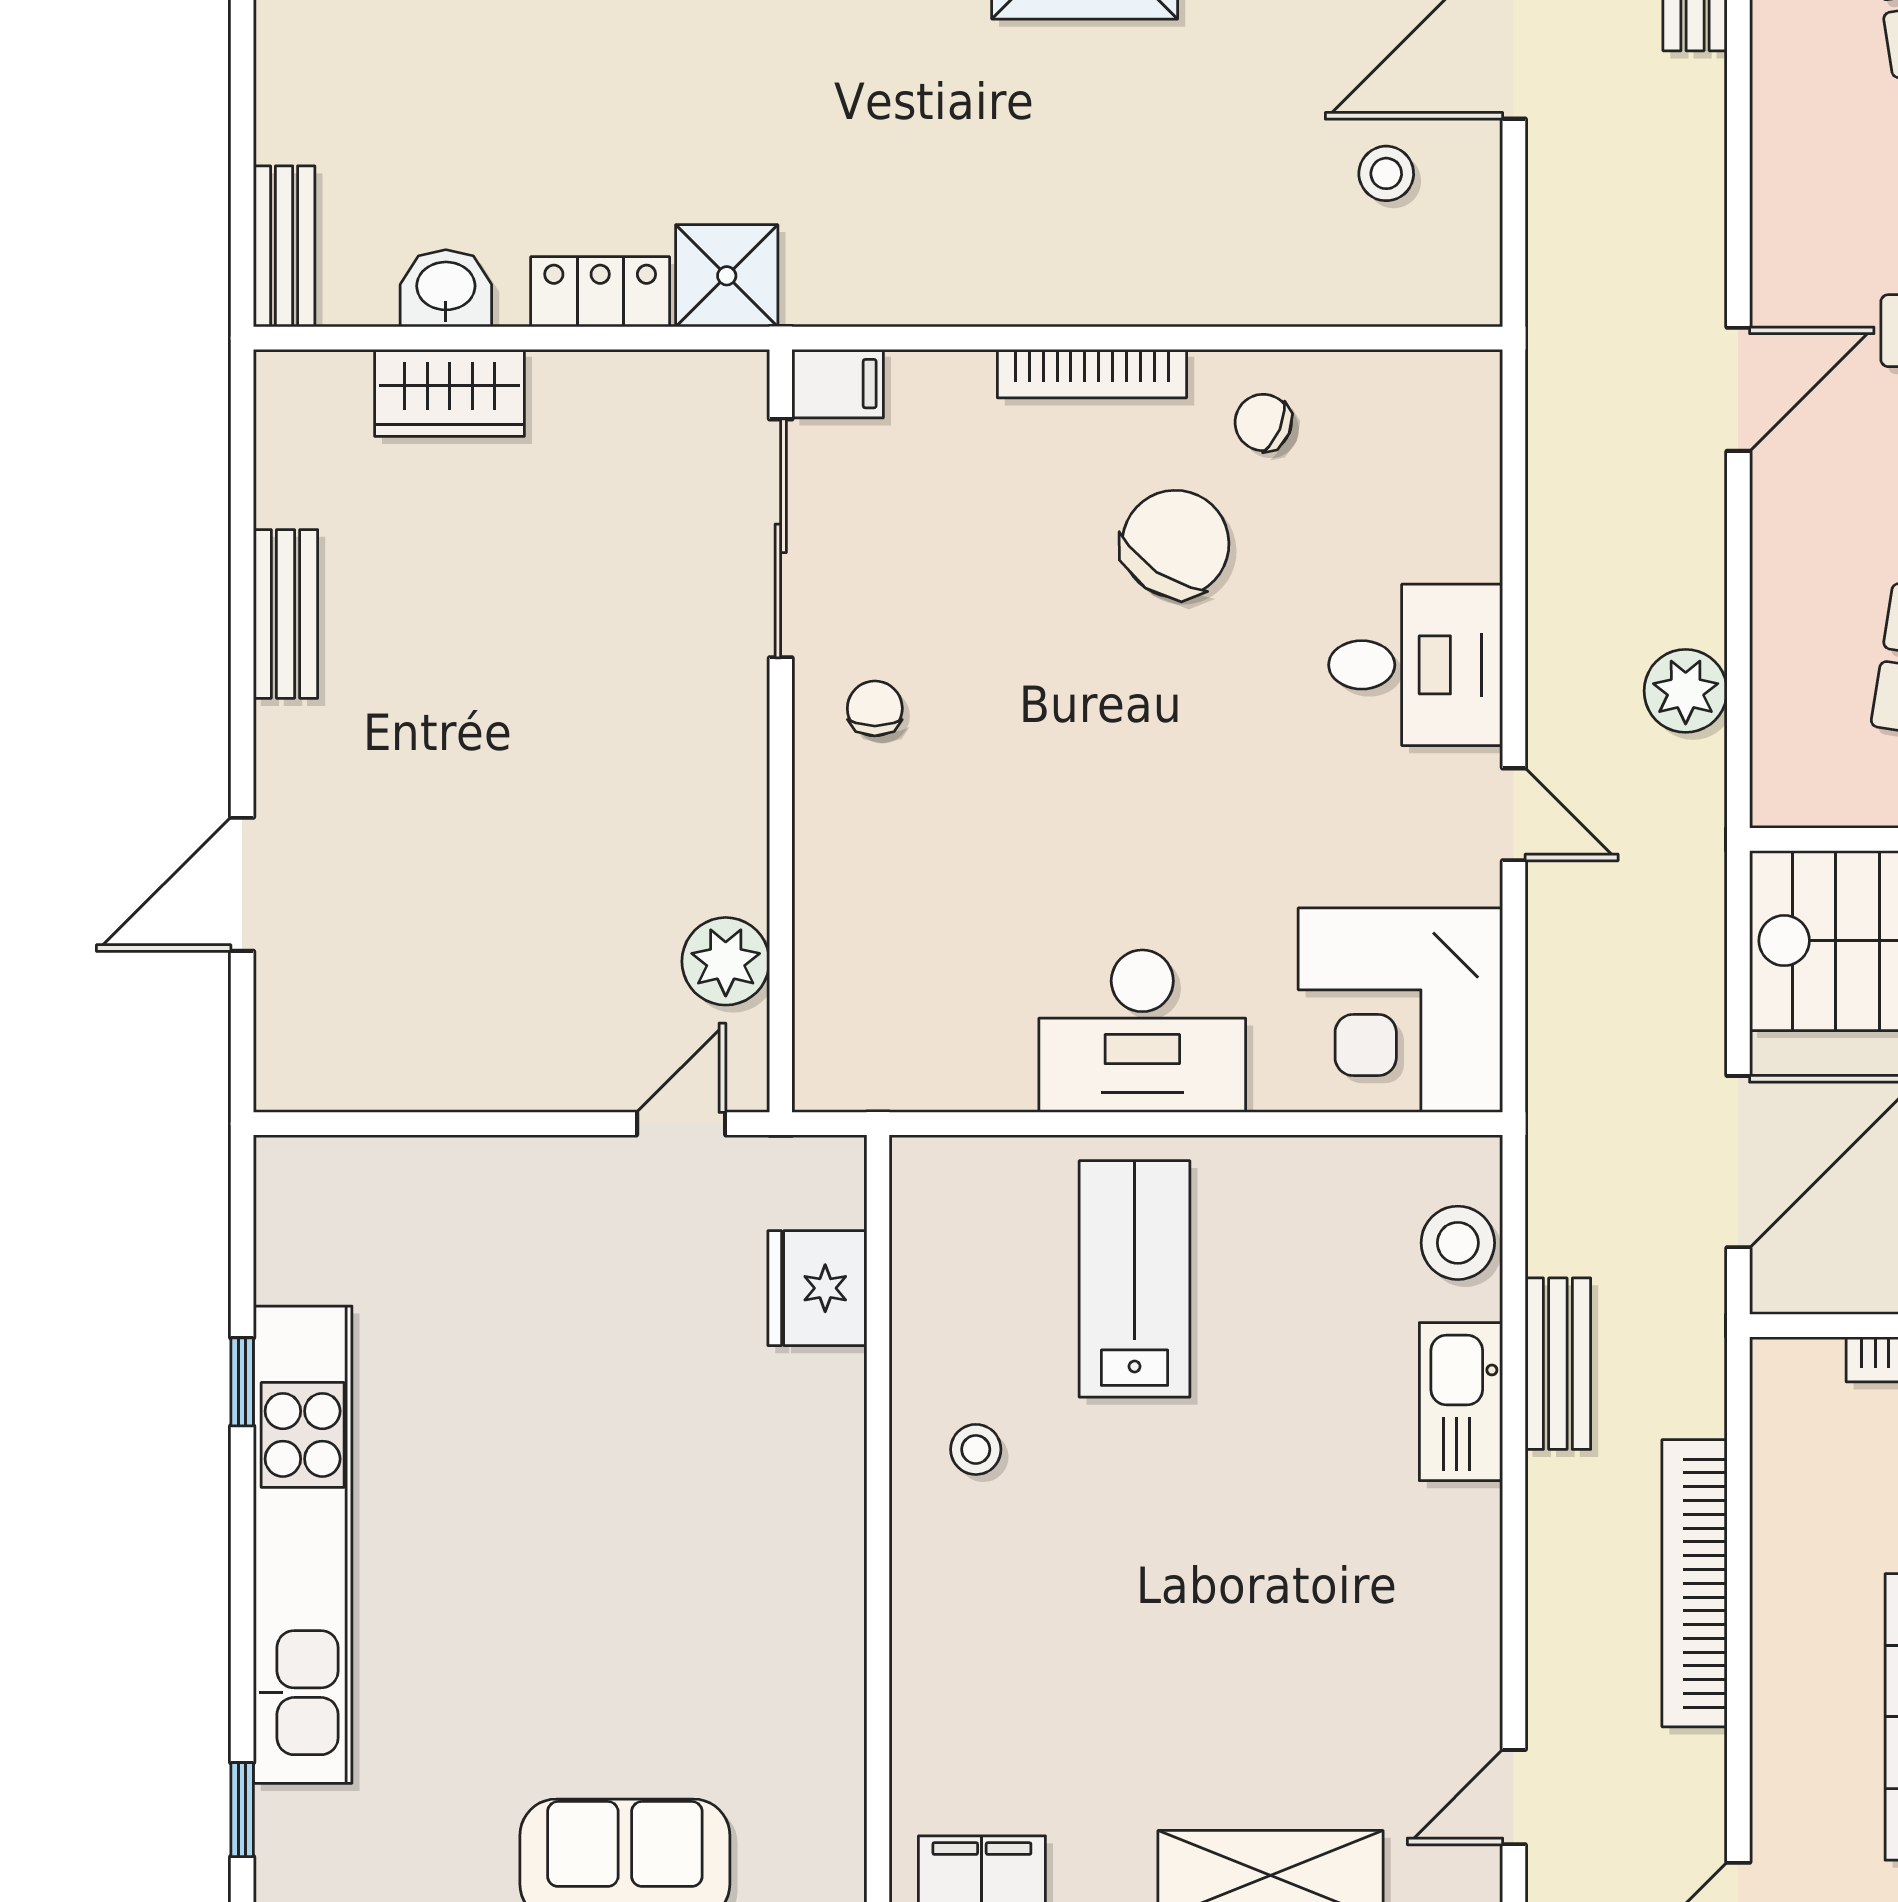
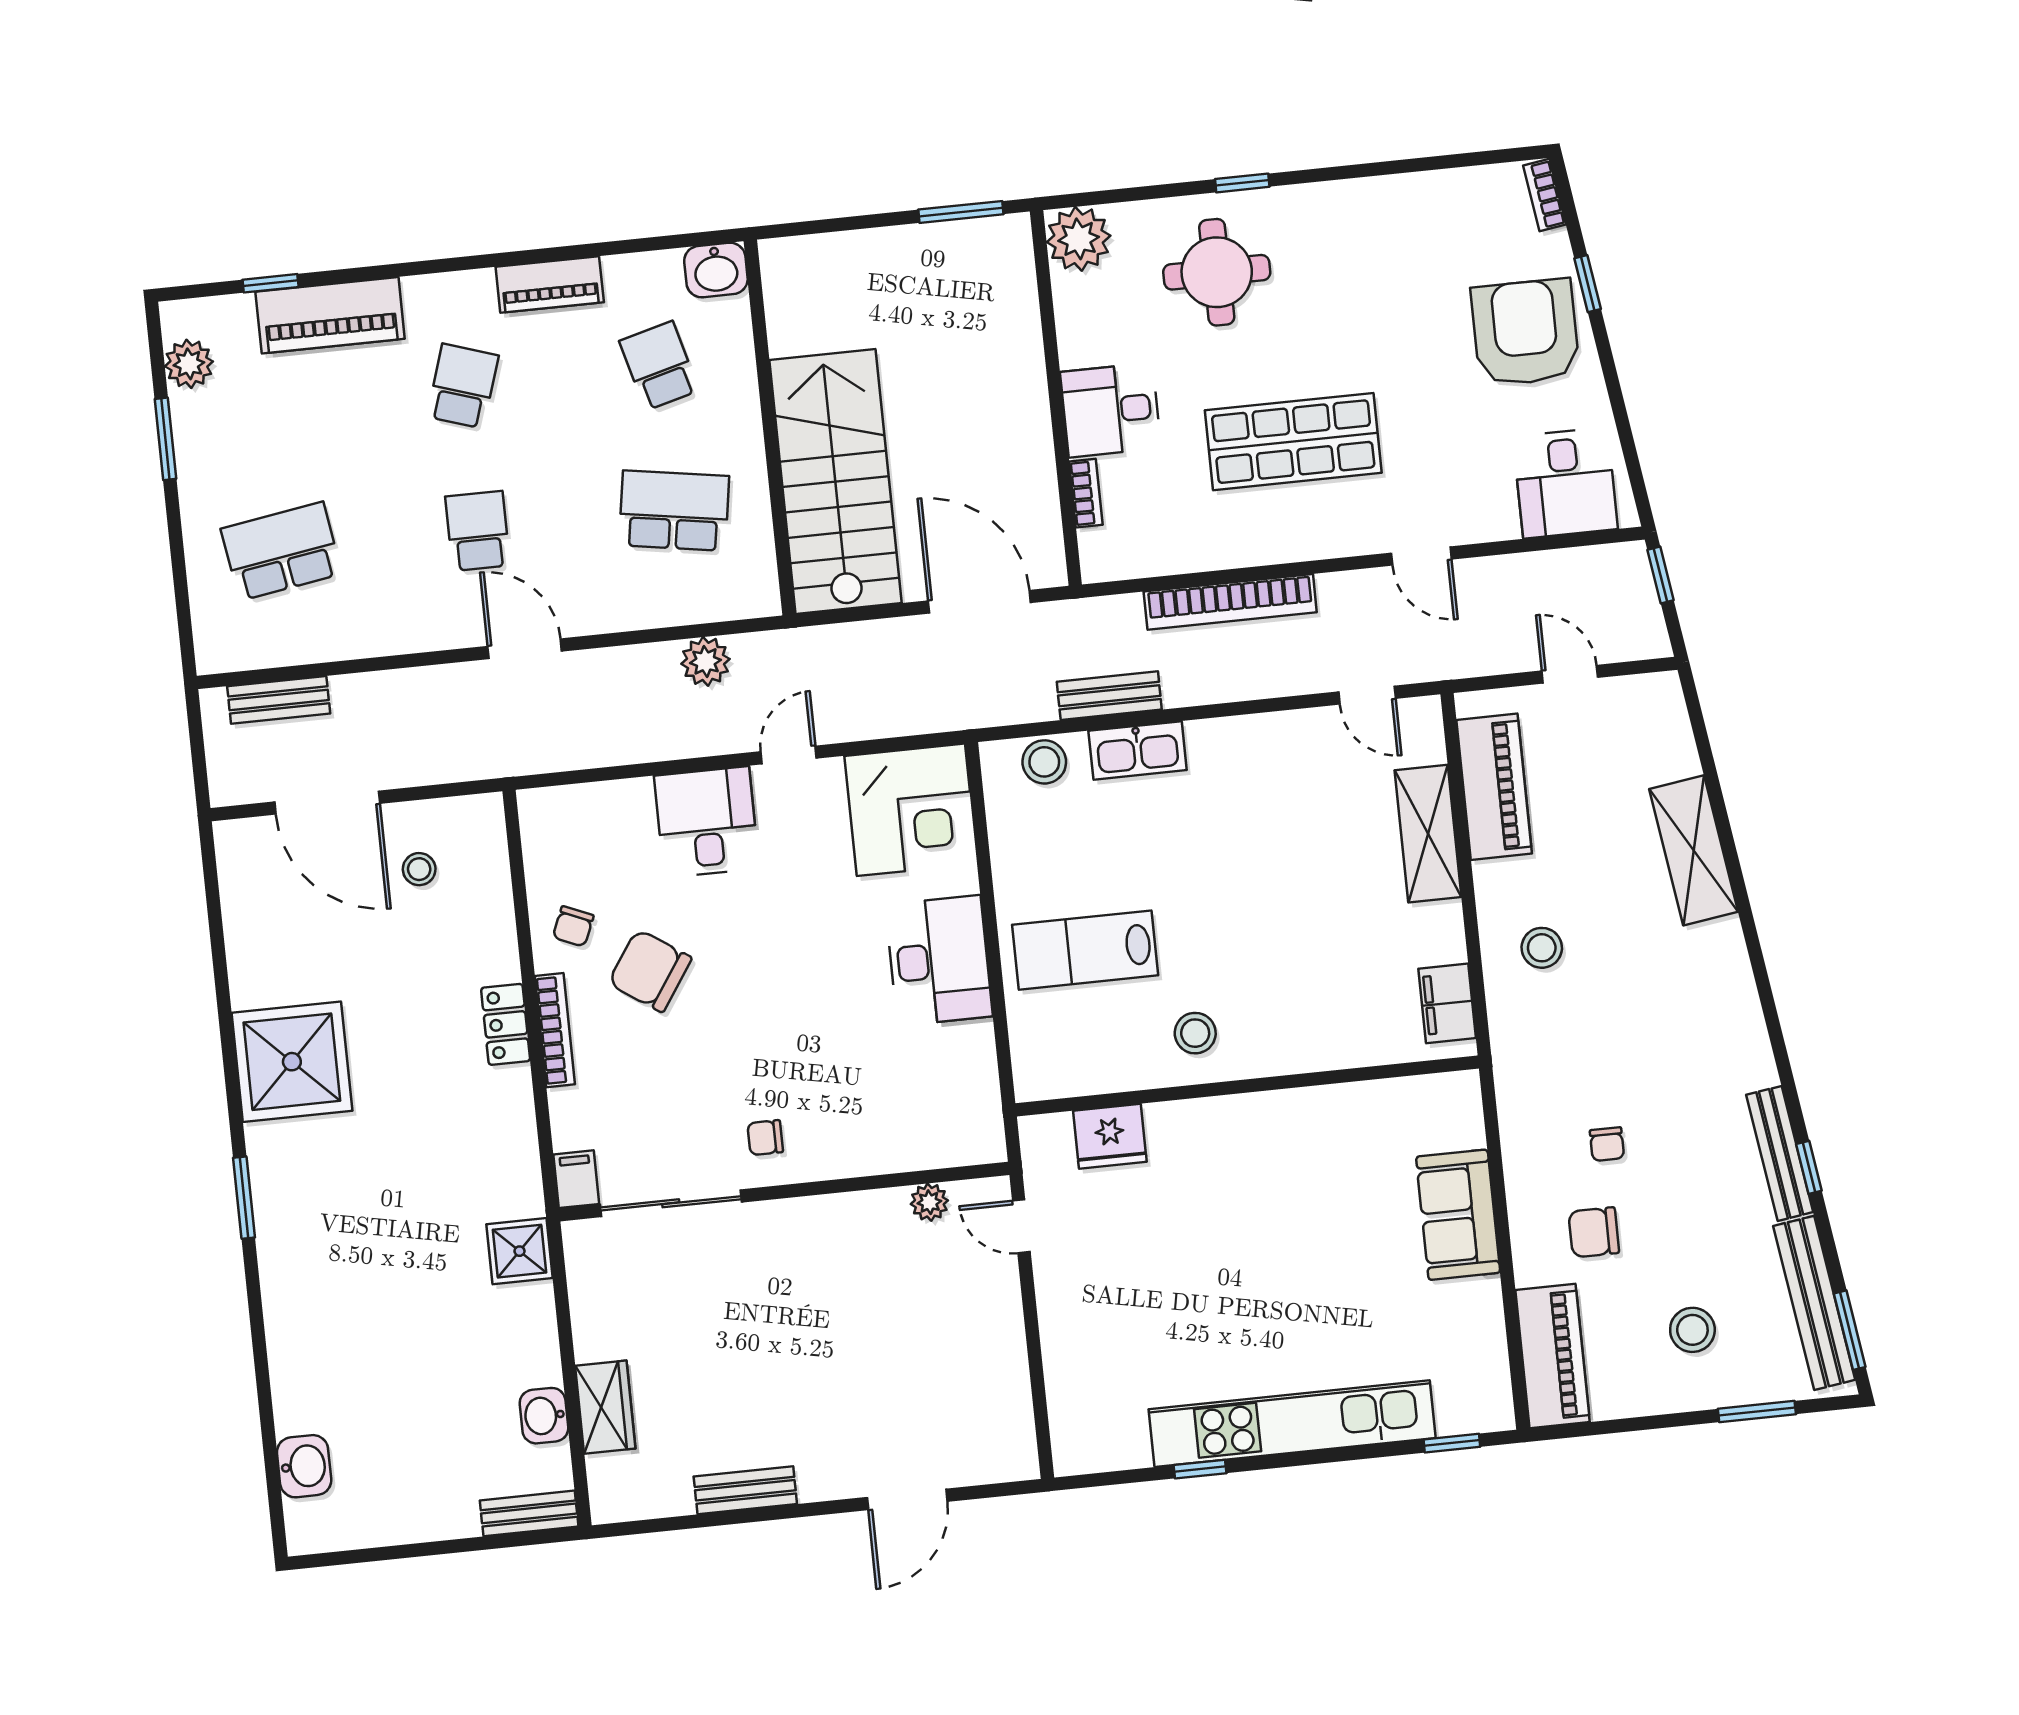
locker: (600, 292) -> (506, 1024), moved
door: (242, 884) -> (907, 1499), hinge flipped
plant: (726, 961) -> (929, 1202), width x0.73, depth x0.73
stool: (976, 1449) -> (1195, 1033), width x1.37, depth x1.37

